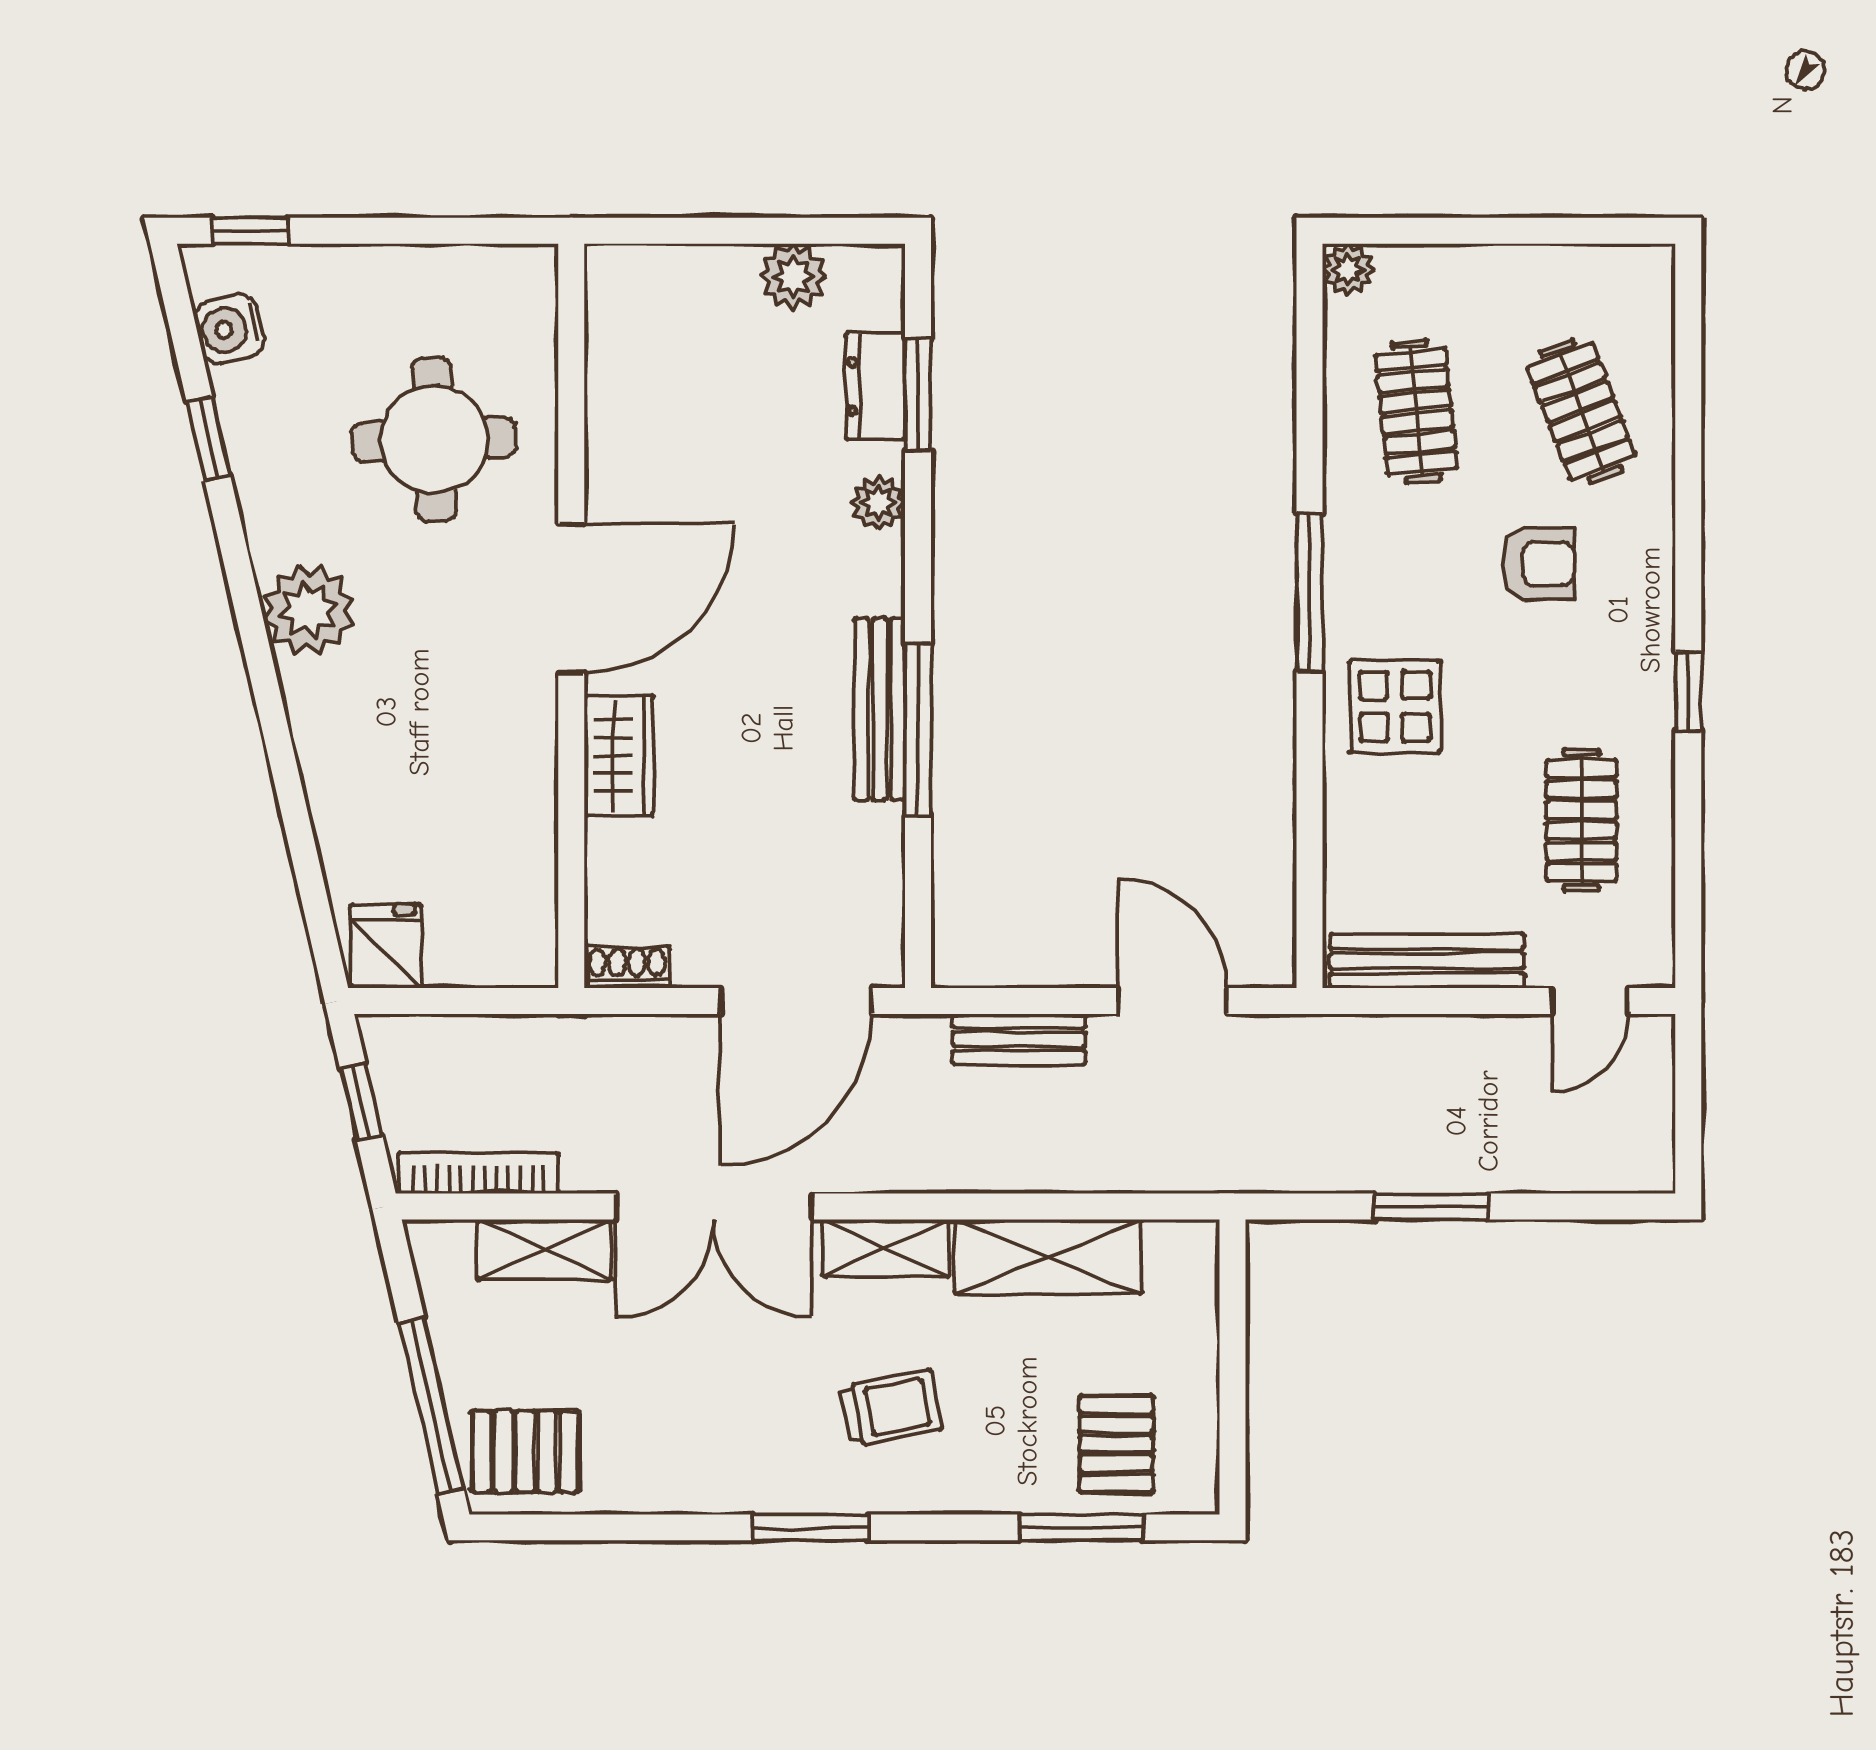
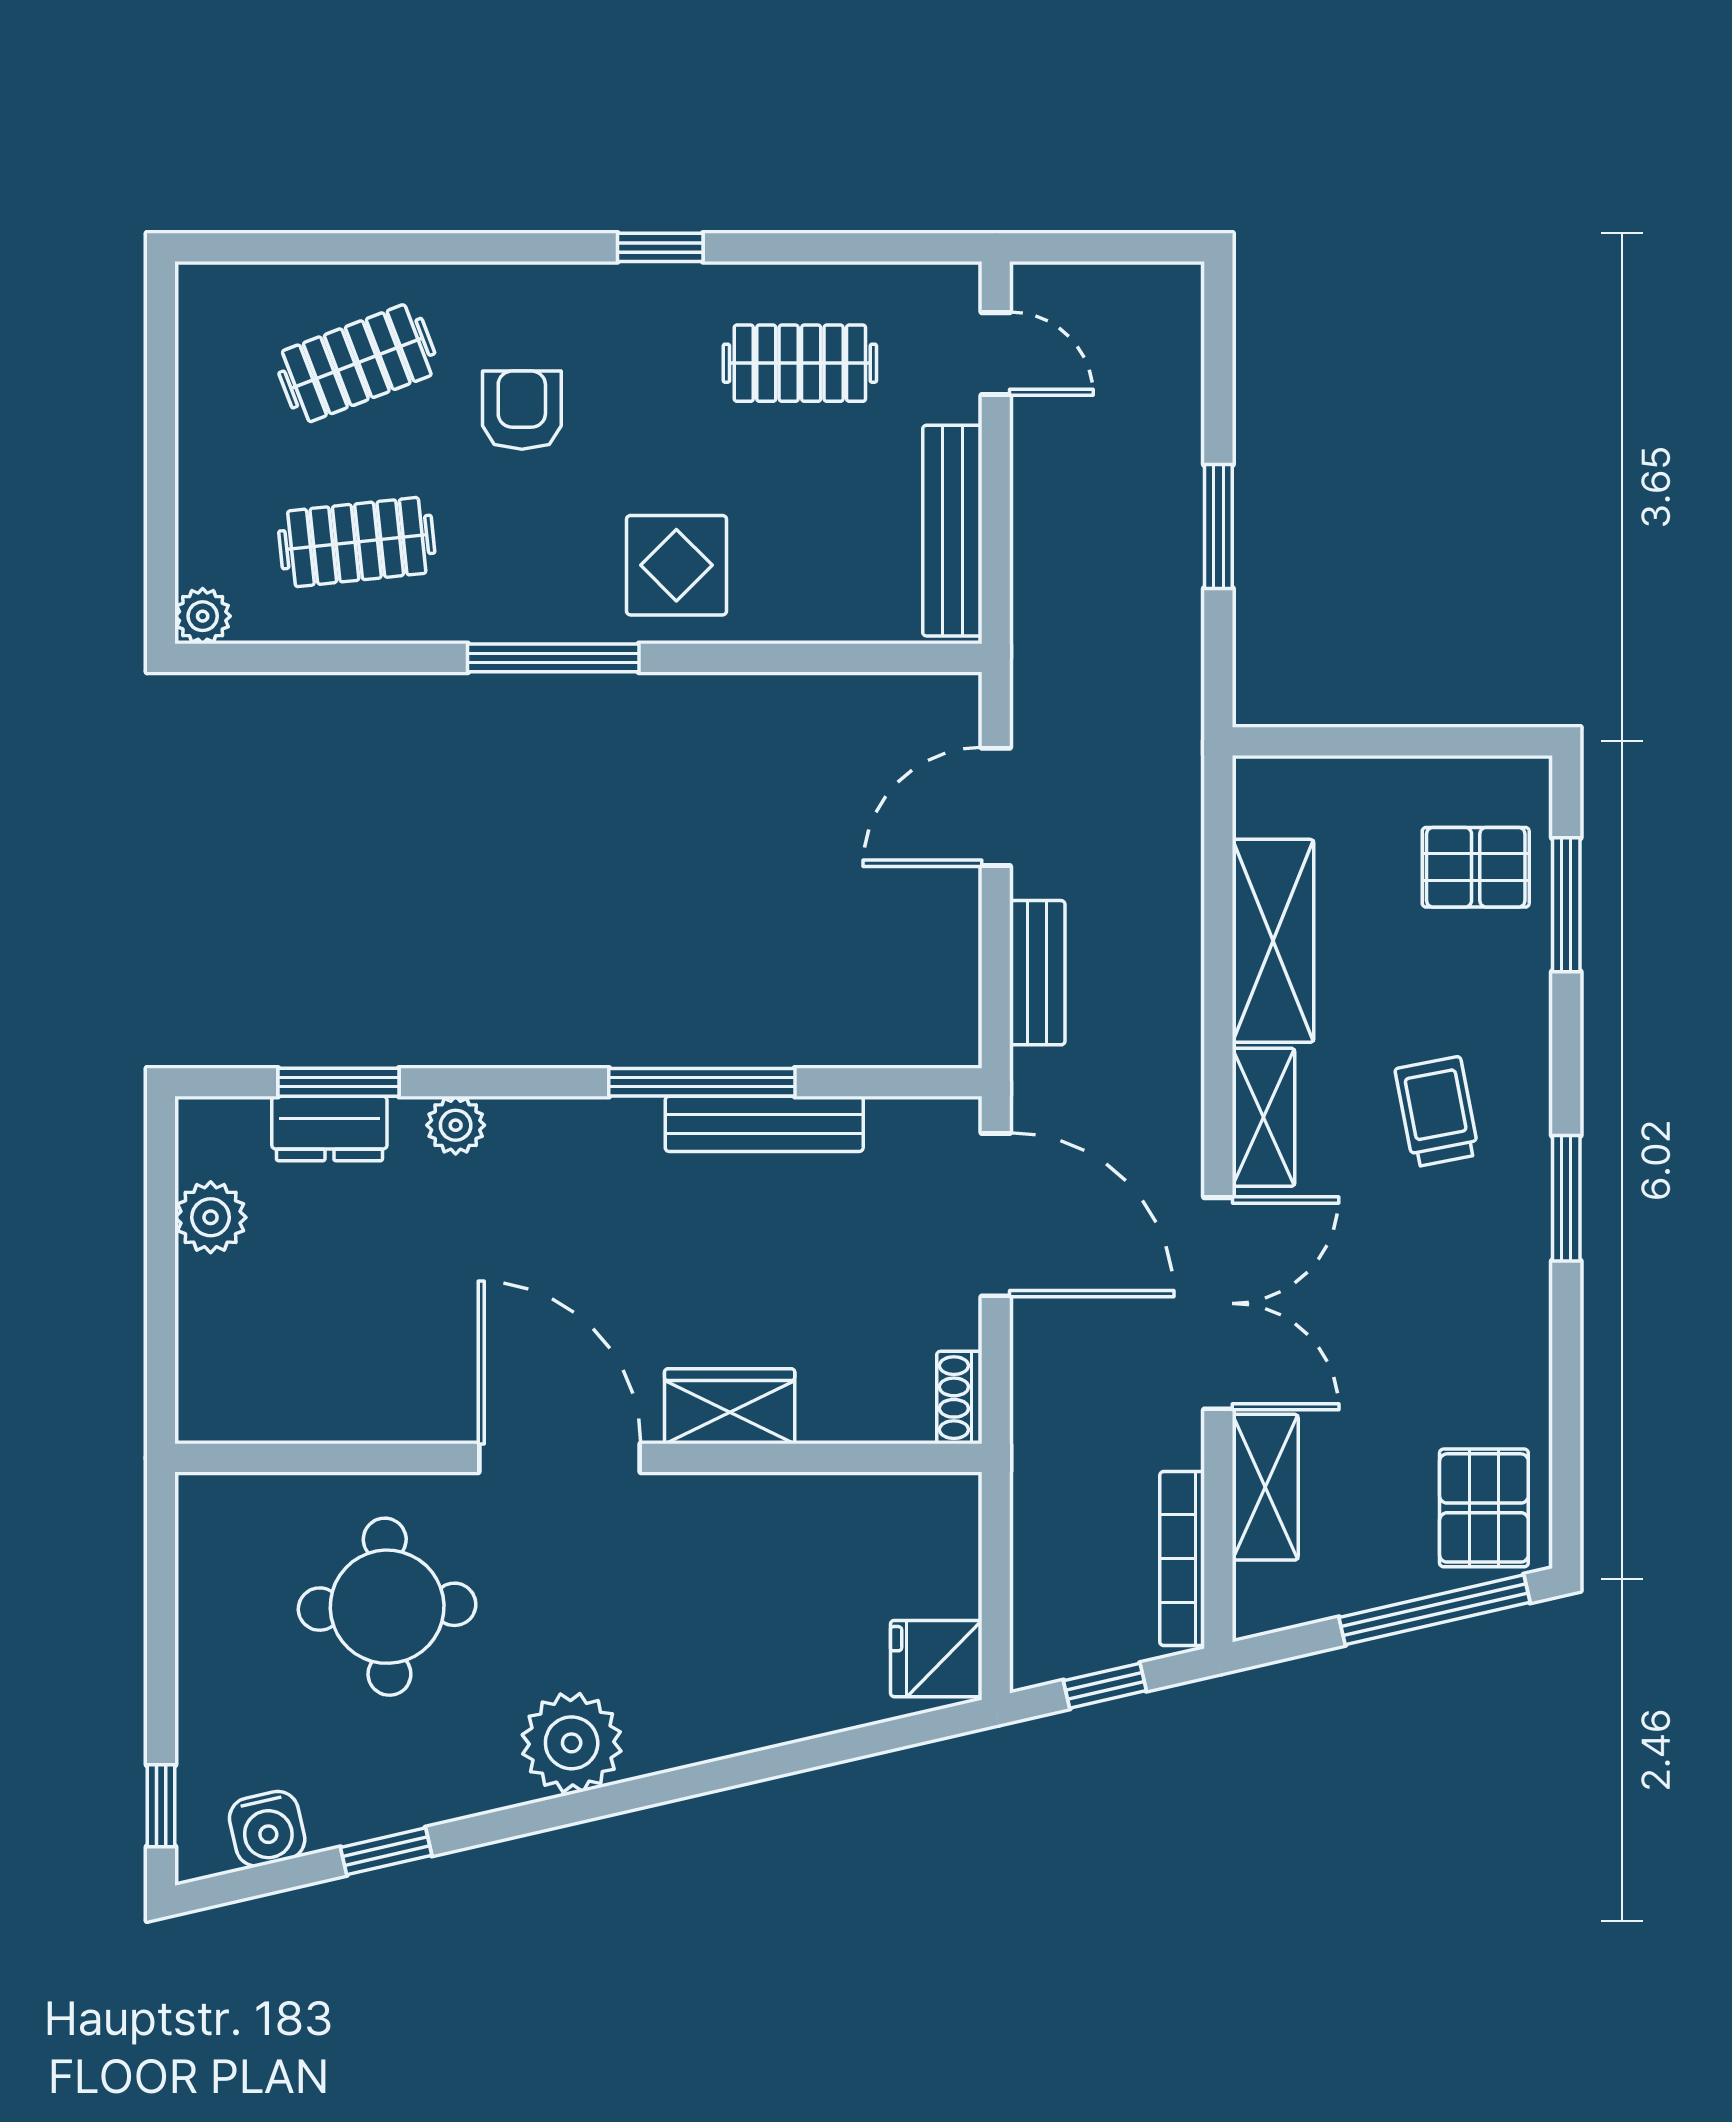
bench: (880, 709) -> (764, 1124), moved

